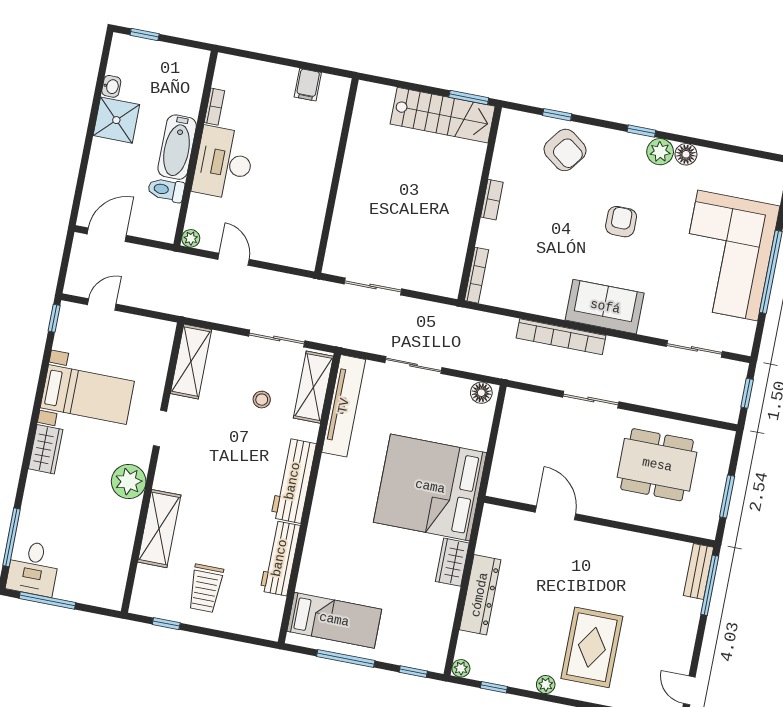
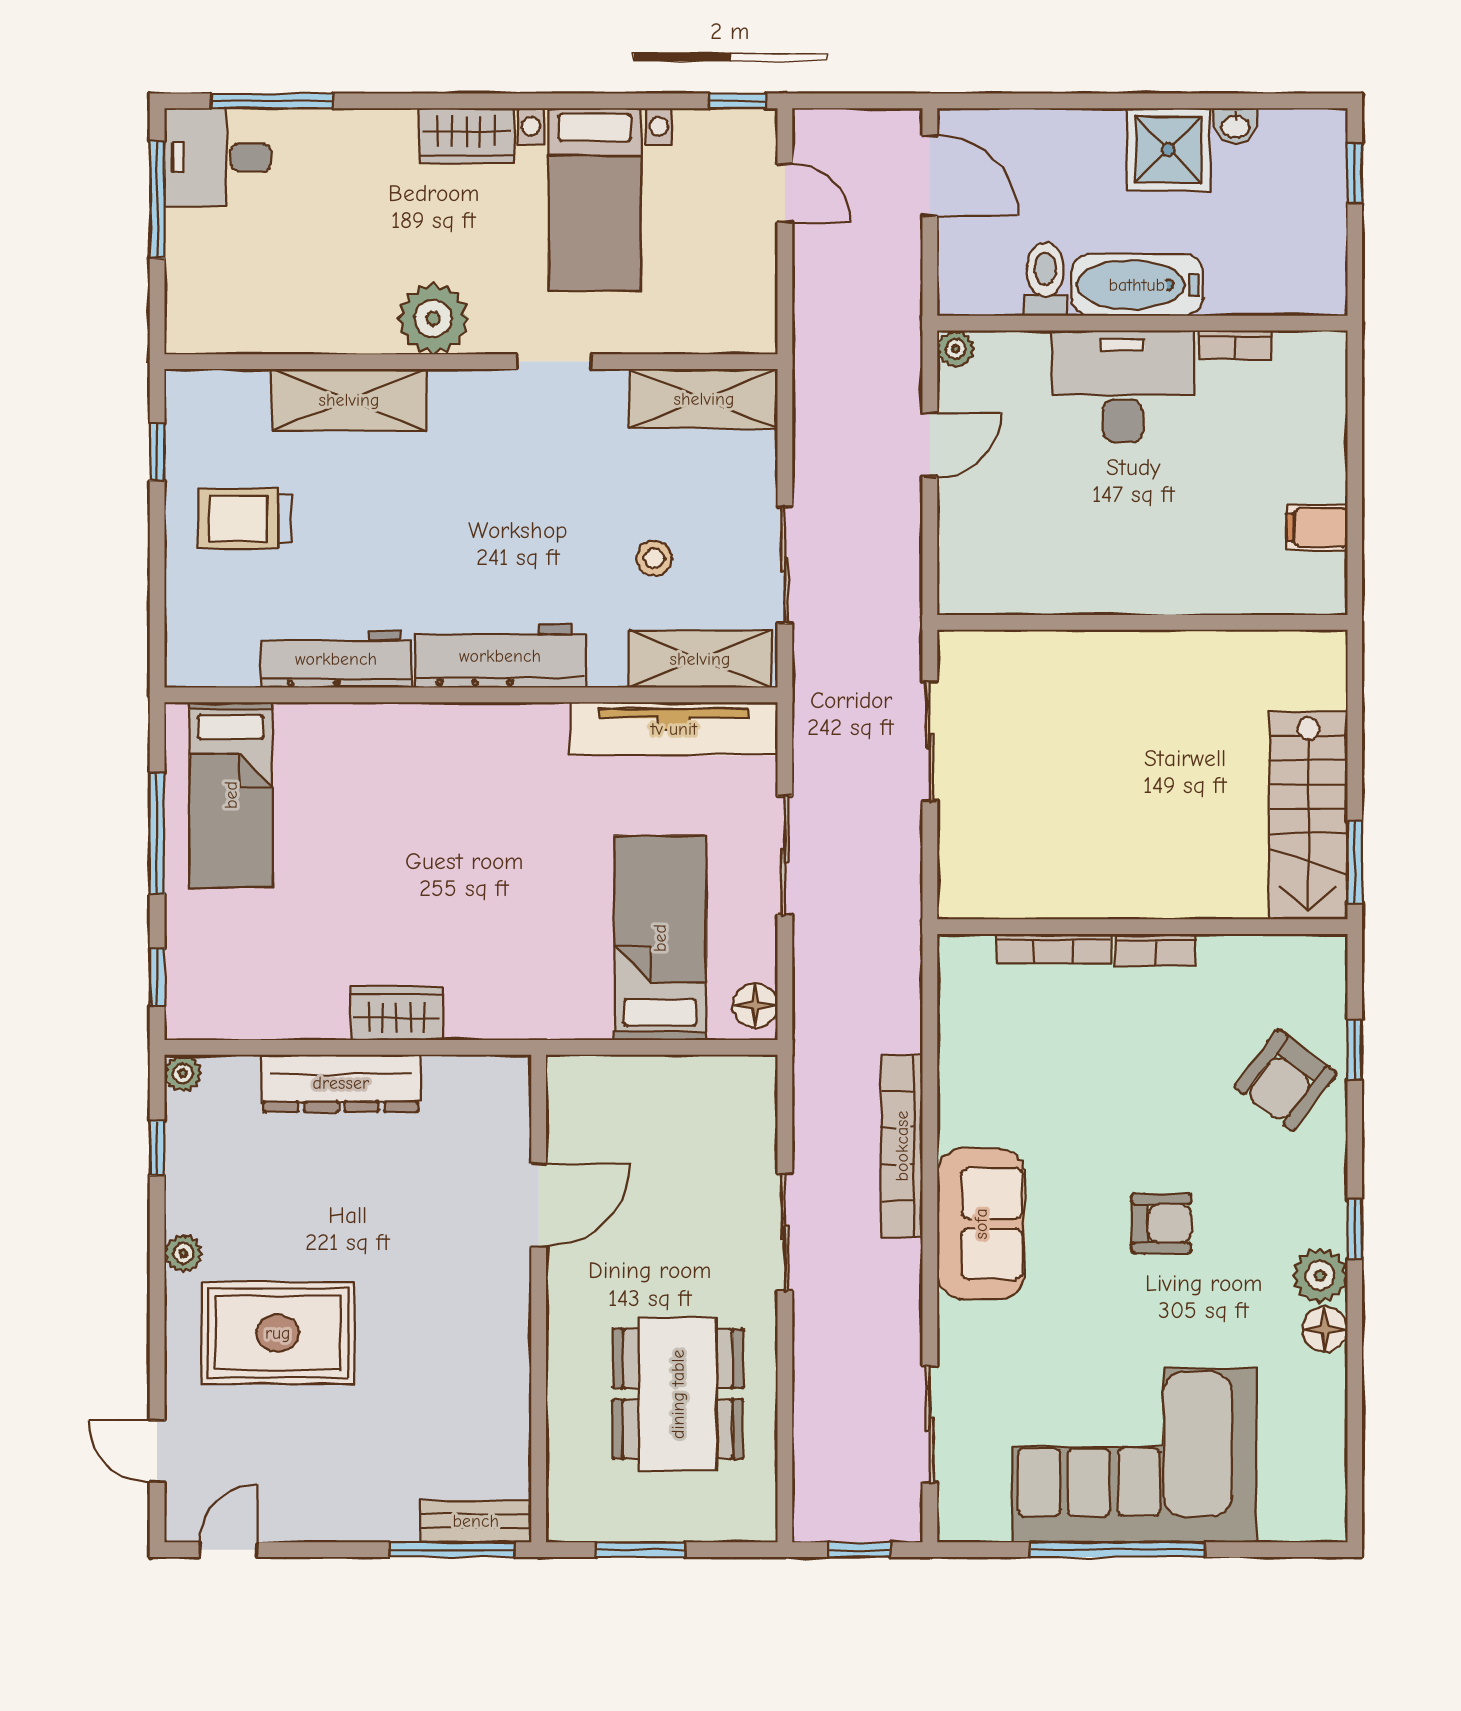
bookcase: (476, 275) -> (1054, 949), moved
bed: (430, 487) -> (660, 938), moved, width x0.49

